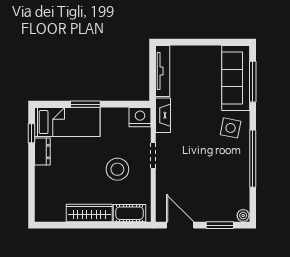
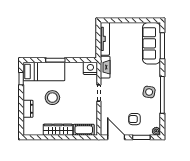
side table: (231, 128) -> (149, 92), moved
dresser: (42, 152) -> (28, 109), moved
stool: (117, 169) -> (52, 98), moved
armchair: (209, 197) -> (135, 119), added

